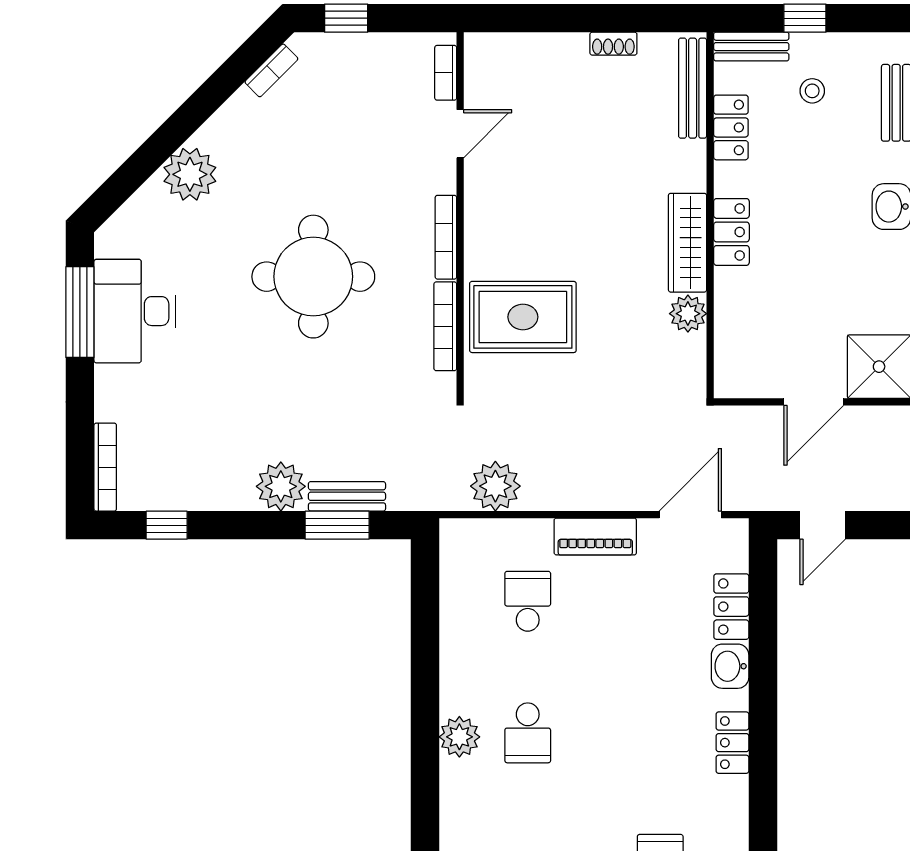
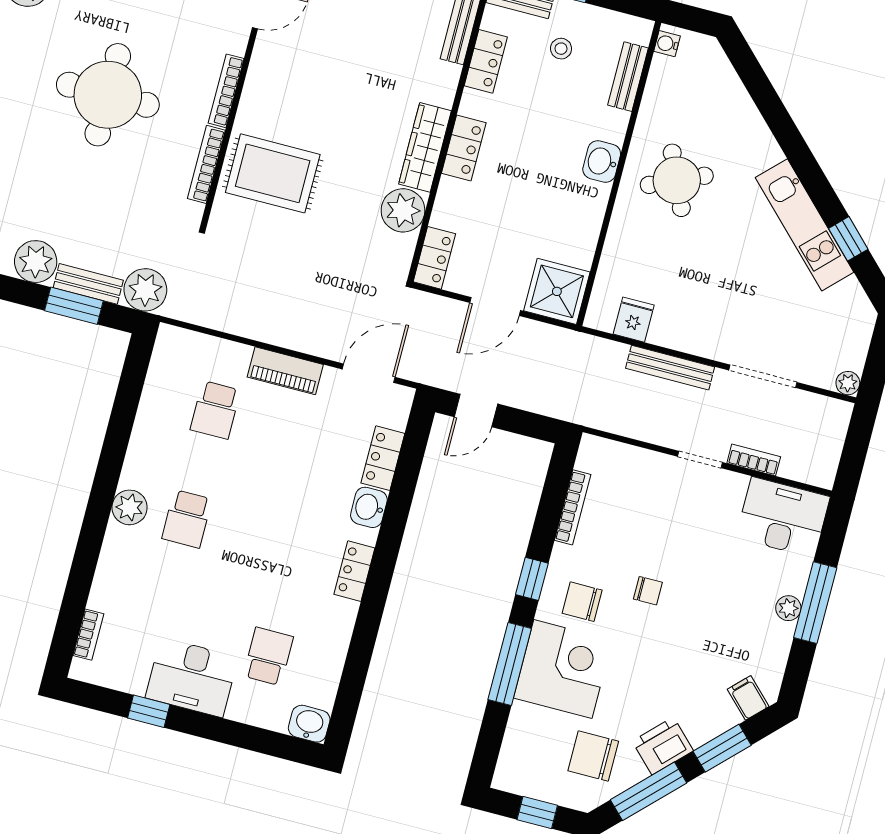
plant: (688, 314) -> (403, 210), width x1.36, depth x1.36
locker: (731, 365) -> (434, 258), added
plant: (495, 486) -> (145, 290), moved
school desk: (528, 601) -> (215, 410), turned 180

